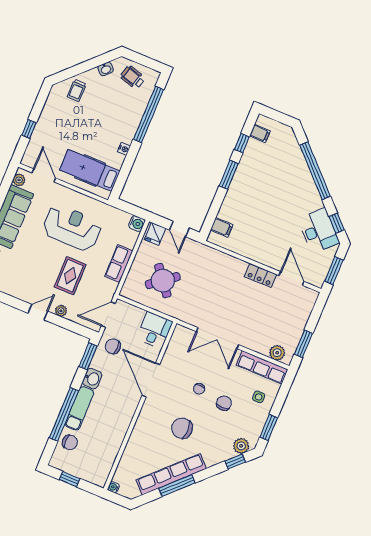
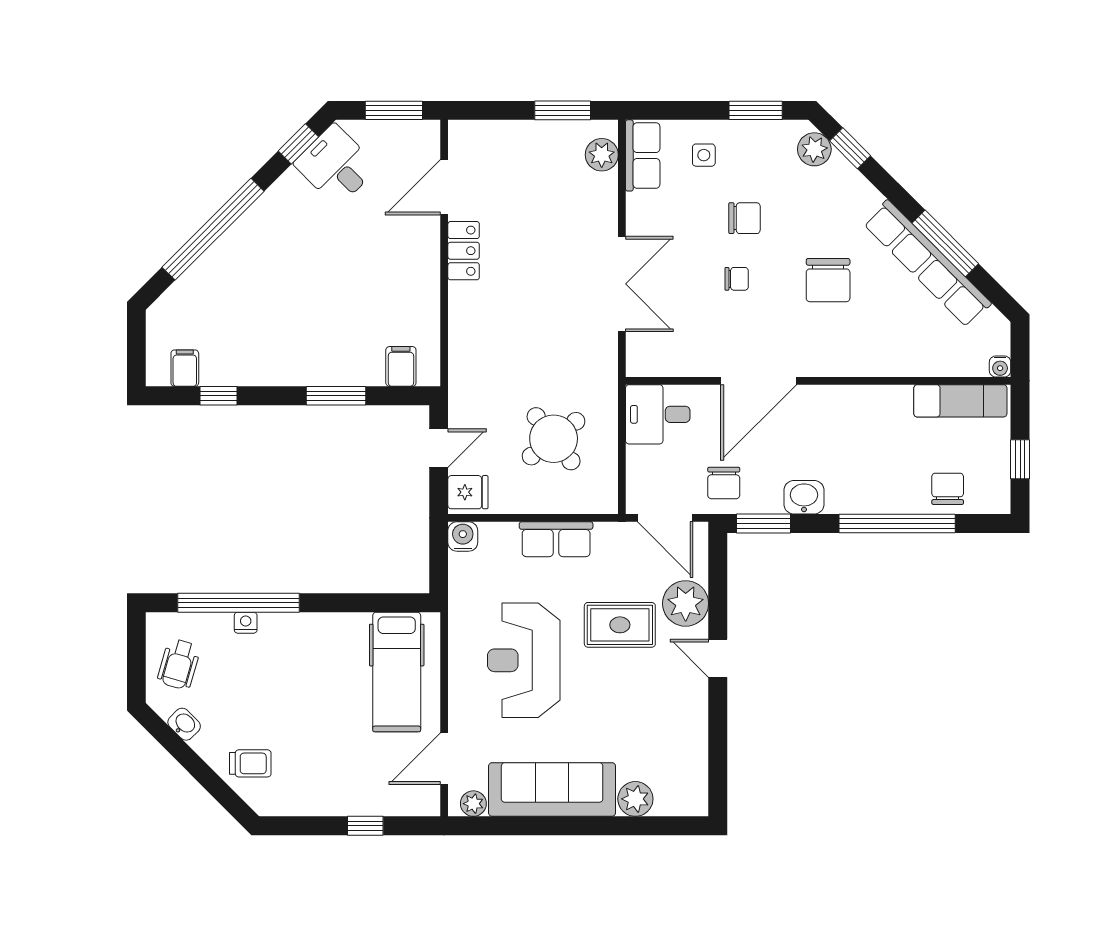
nightstand: (124, 149) -> (246, 623), moved
window: (229, 175) -> (336, 396), moved
desk: (319, 231) -> (336, 165), width x0.73
plant: (61, 311) -> (686, 603), width x1.88, depth x1.88
row of seats: (262, 367) -> (643, 155), width x0.68
chair: (224, 403) -> (744, 218), turned 180
exam couch: (79, 408) -> (960, 401), moved, turned 180

